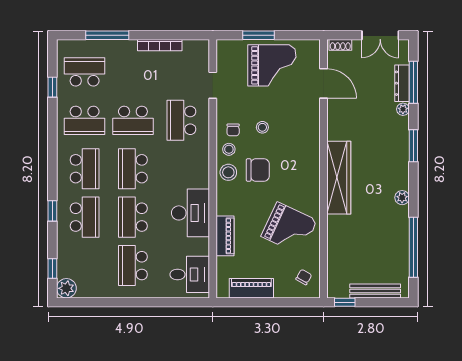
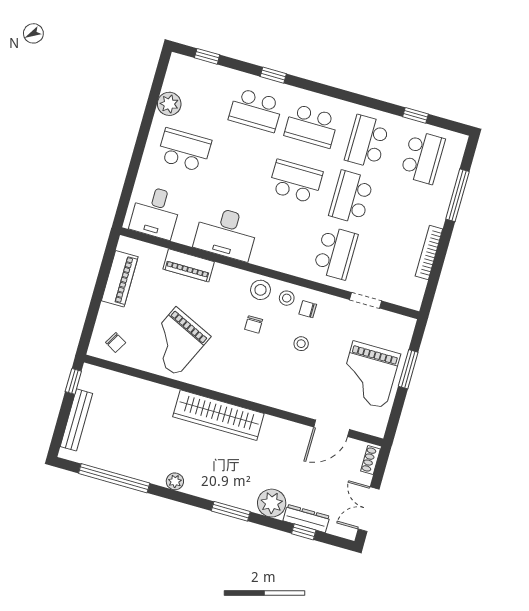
window: (413, 82) -> (304, 532), width x0.46
plant: (403, 109) -> (272, 503), width x1.87, depth x1.87
school desk: (181, 120) -> (335, 253), turned 90
chair: (258, 170) -> (254, 324), width x0.54, depth x0.54
school desk: (133, 217) -> (240, 166), removed
plant: (66, 288) -> (169, 104), moved

